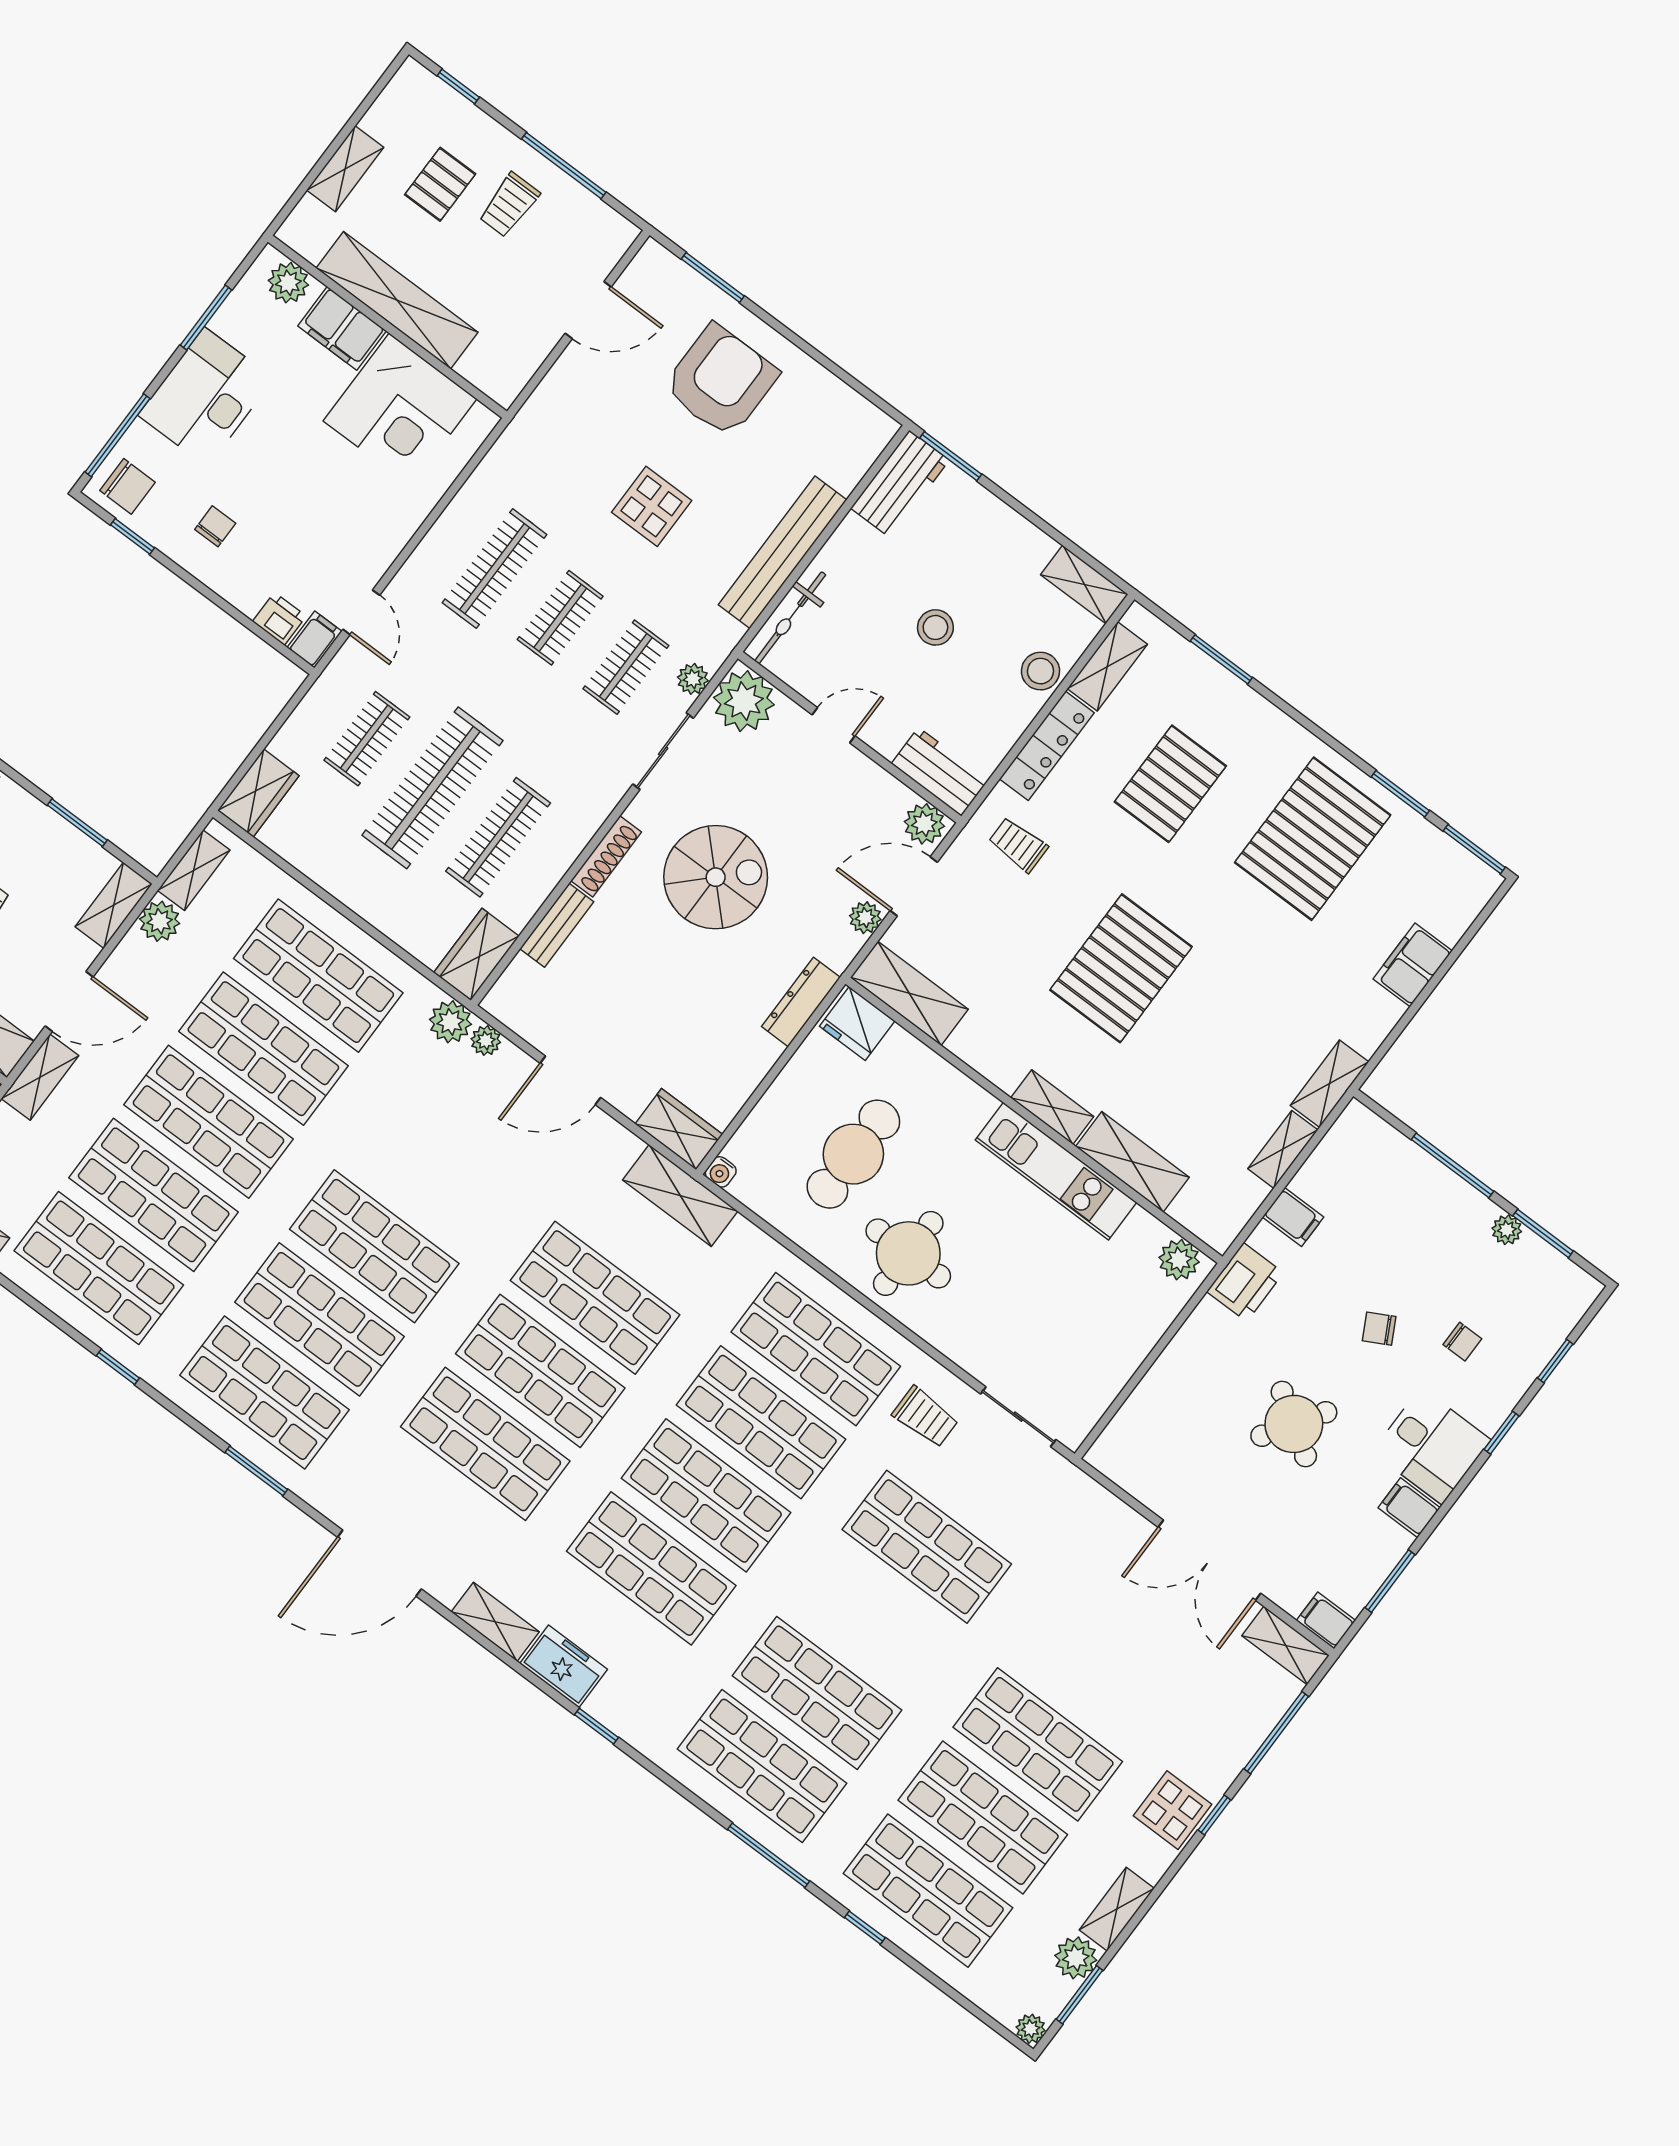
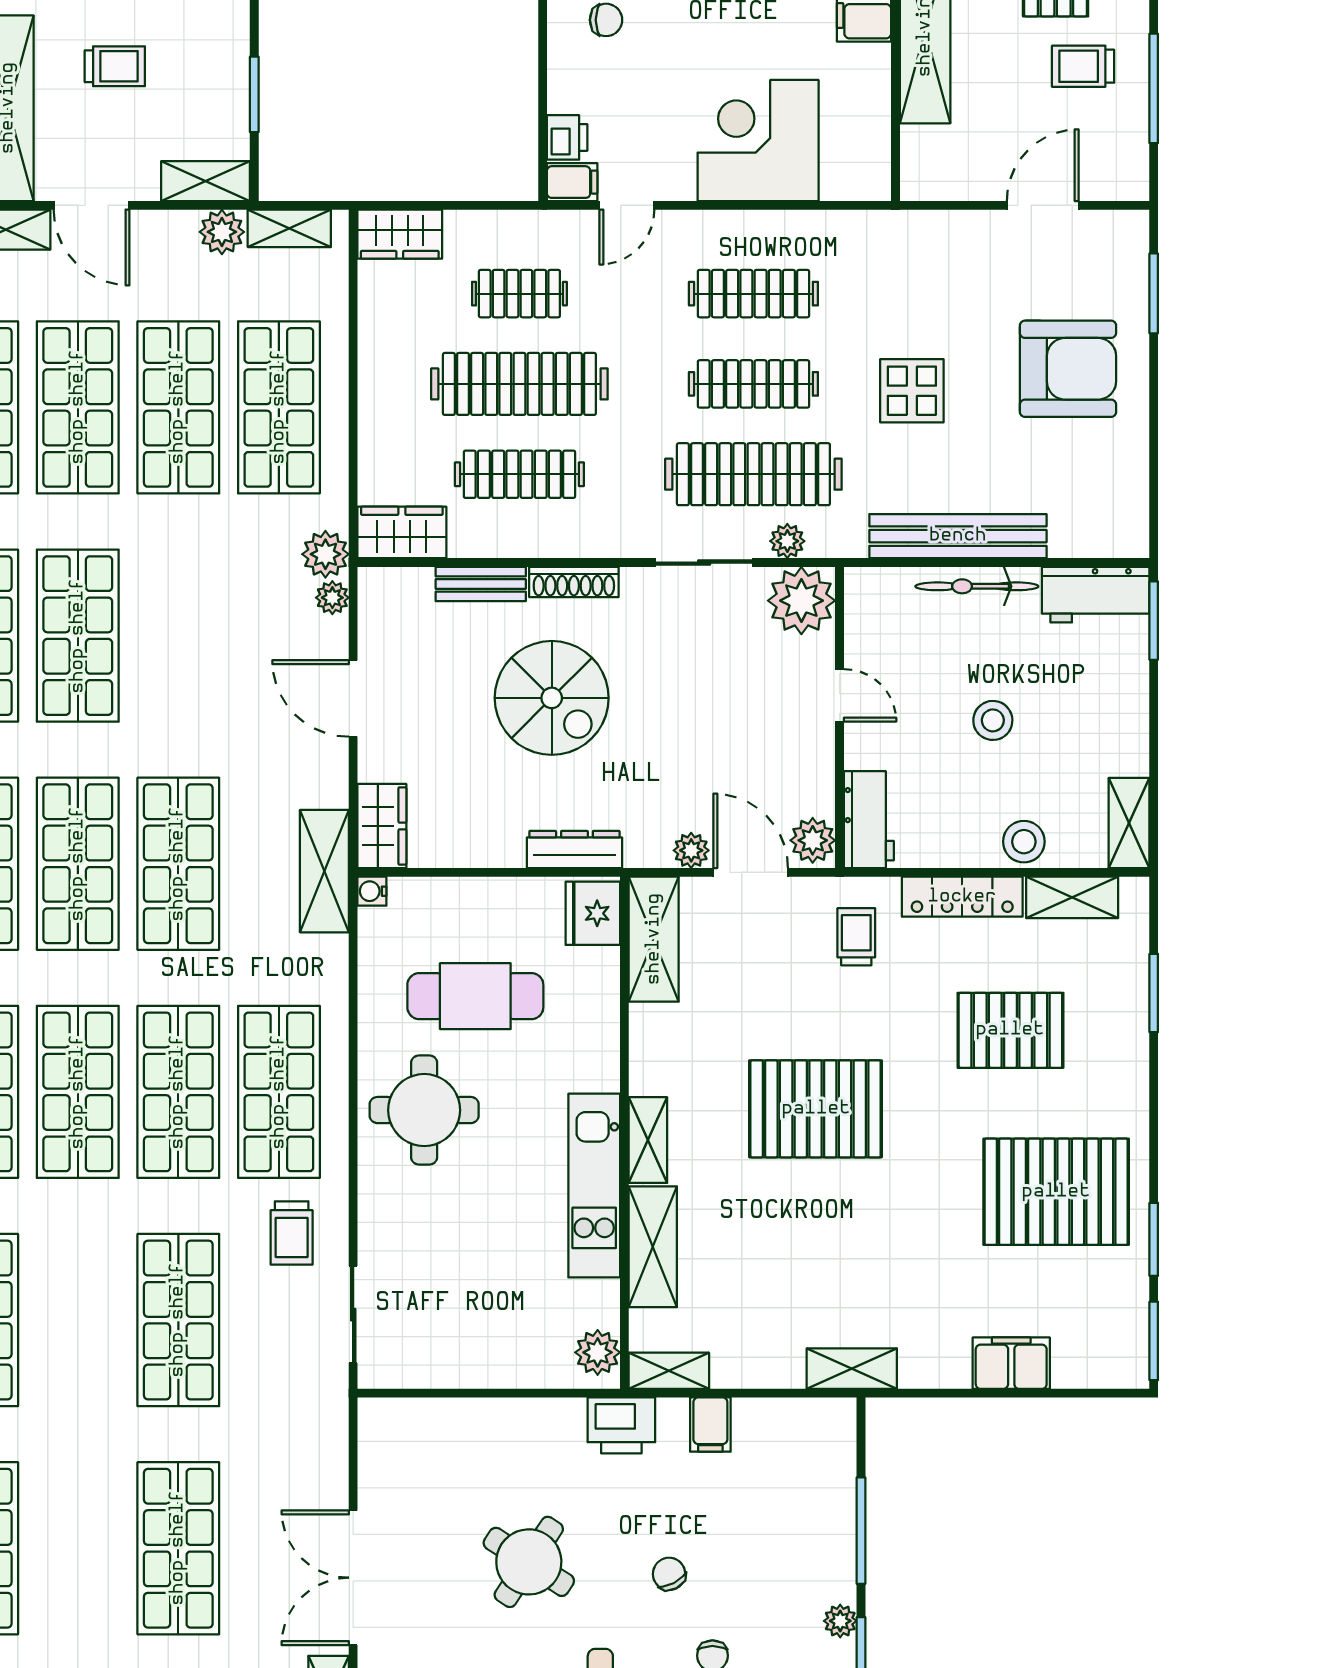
door: (588, 310) -> (1043, 205), swing flipped
corner desk: (400, 410) -> (758, 140), moved, turned 90
clothes rail: (560, 618) -> (753, 384), width x1.36
bicycle: (790, 618) -> (977, 586), moved
clothes rail: (626, 667) -> (753, 474), width x1.86, depth x1.31
spiral stairs: (716, 877) -> (552, 698), moved
shelving: (1283, 1149) -> (669, 1371), moved
shop shelf: (1038, 1744) -> (178, 1548), moved

